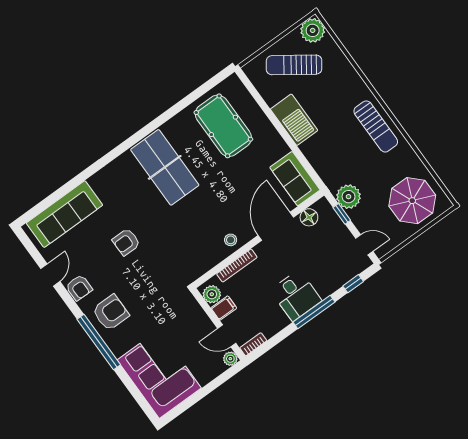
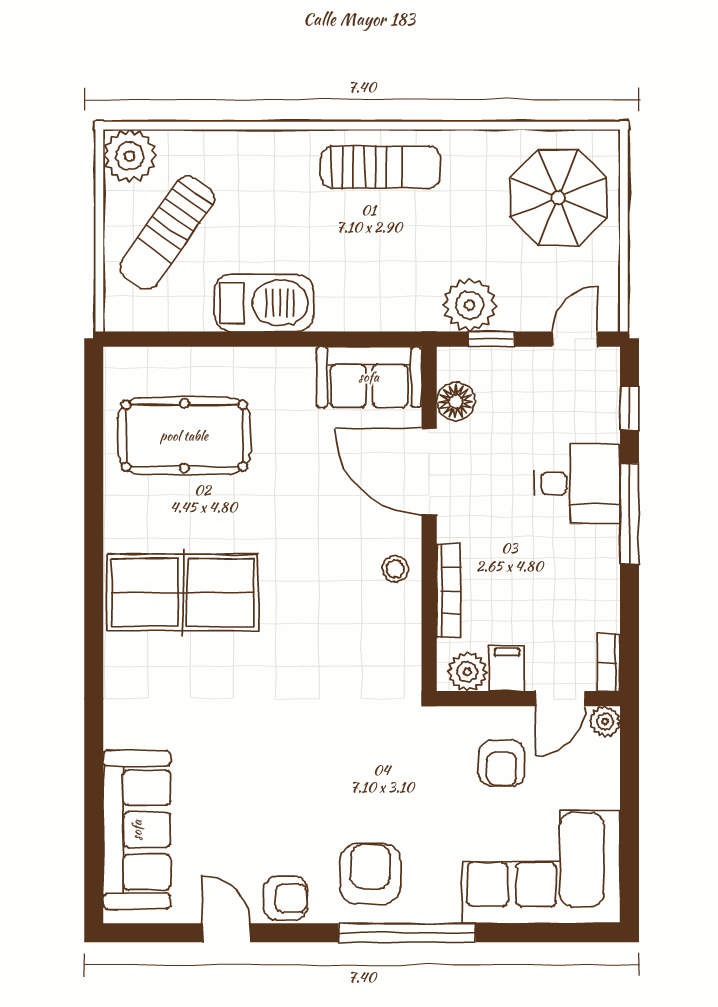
armchair: (126, 242) -> (502, 763), moved
desk: (296, 295) -> (577, 484), moved

